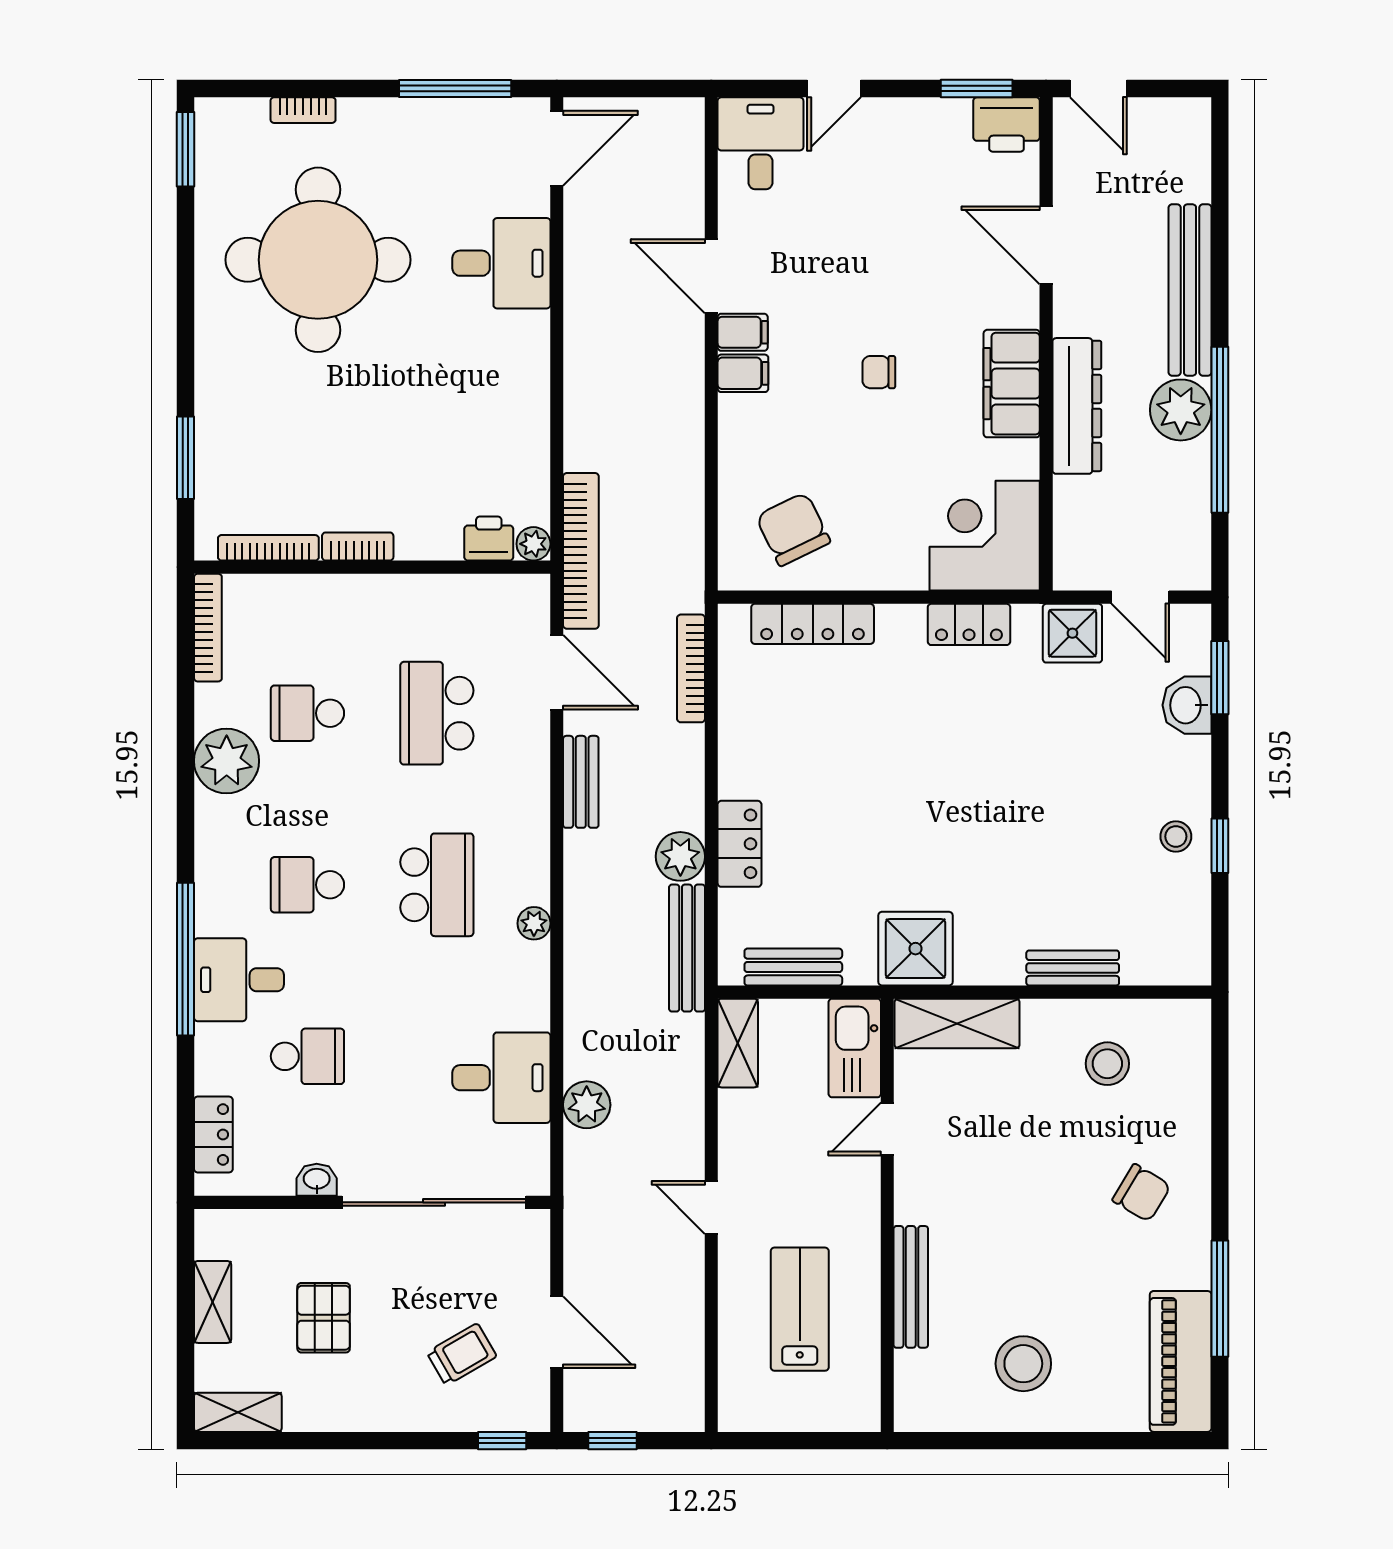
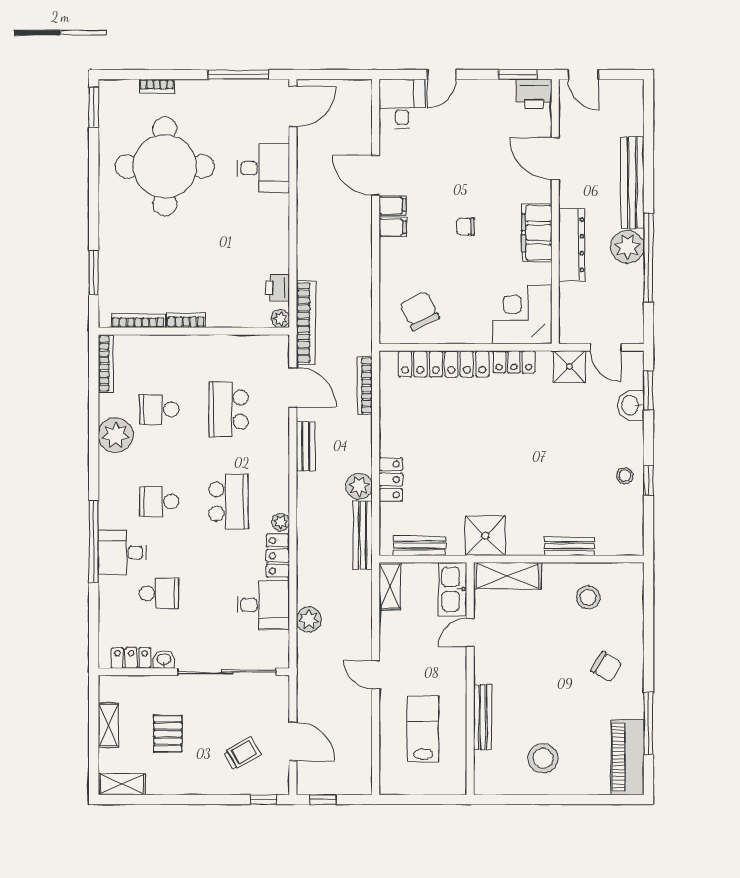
printer: (489, 539) -> (278, 288), moved, turned -90
locker: (813, 624) -> (444, 364), width x1.41, depth x1.21
locker: (529, 986) -> (278, 556), added
locker: (213, 1135) -> (131, 658), moved, turned -90

